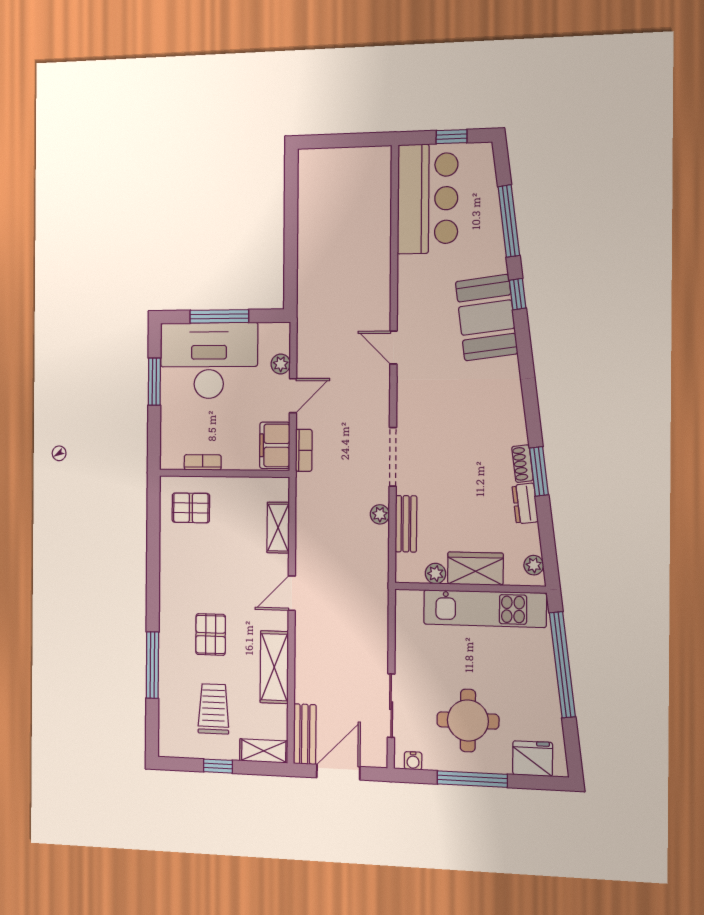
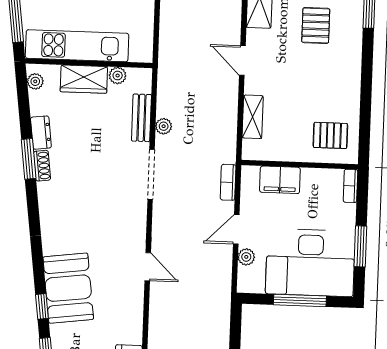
filing cabinet: (275, 445) -> (280, 180), moved, turned 90
bookcase: (203, 462) -> (351, 186), moved, turned 90
door: (292, 593) -> (242, 61), swing flipped

